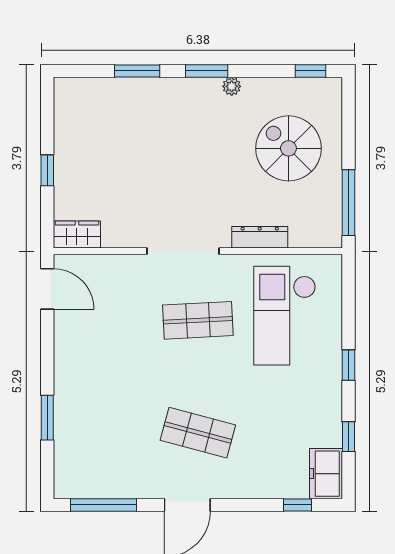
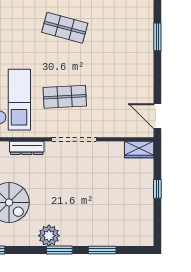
plant: (232, 86) -> (49, 236), width x1.87, depth x1.87

